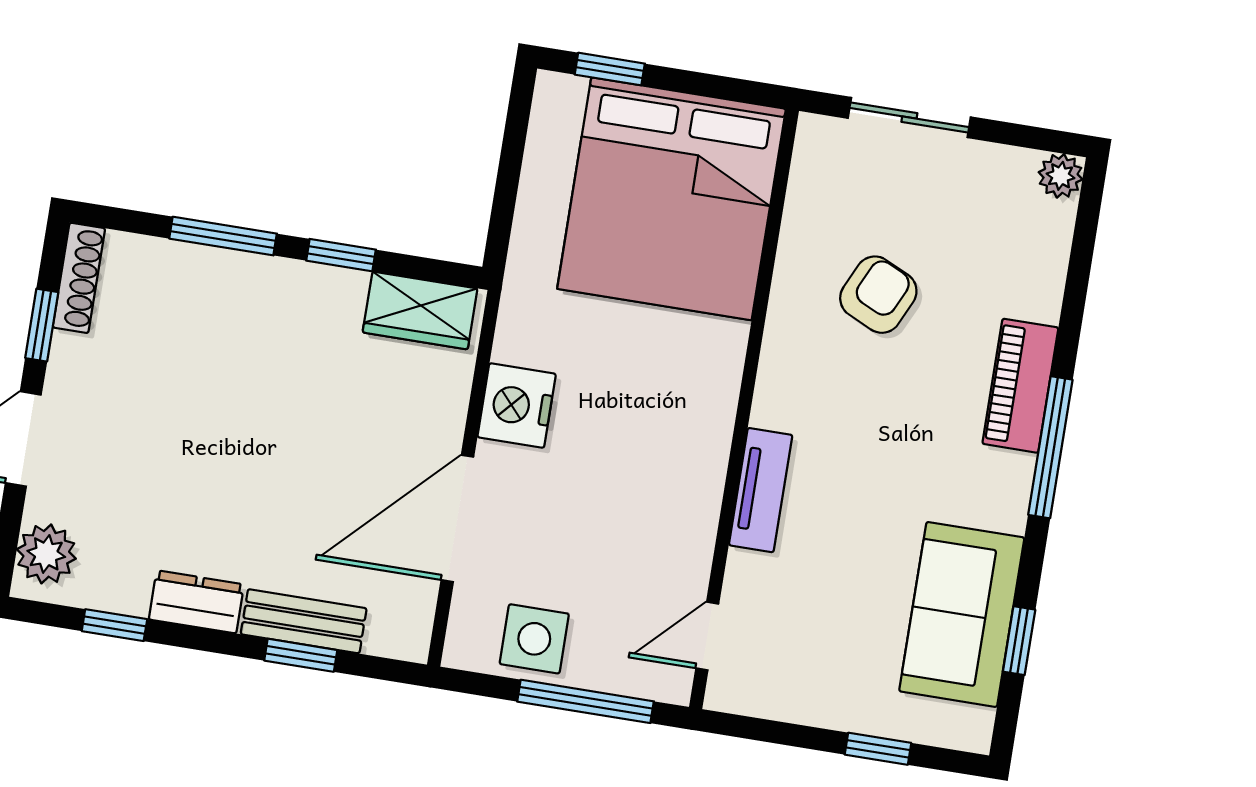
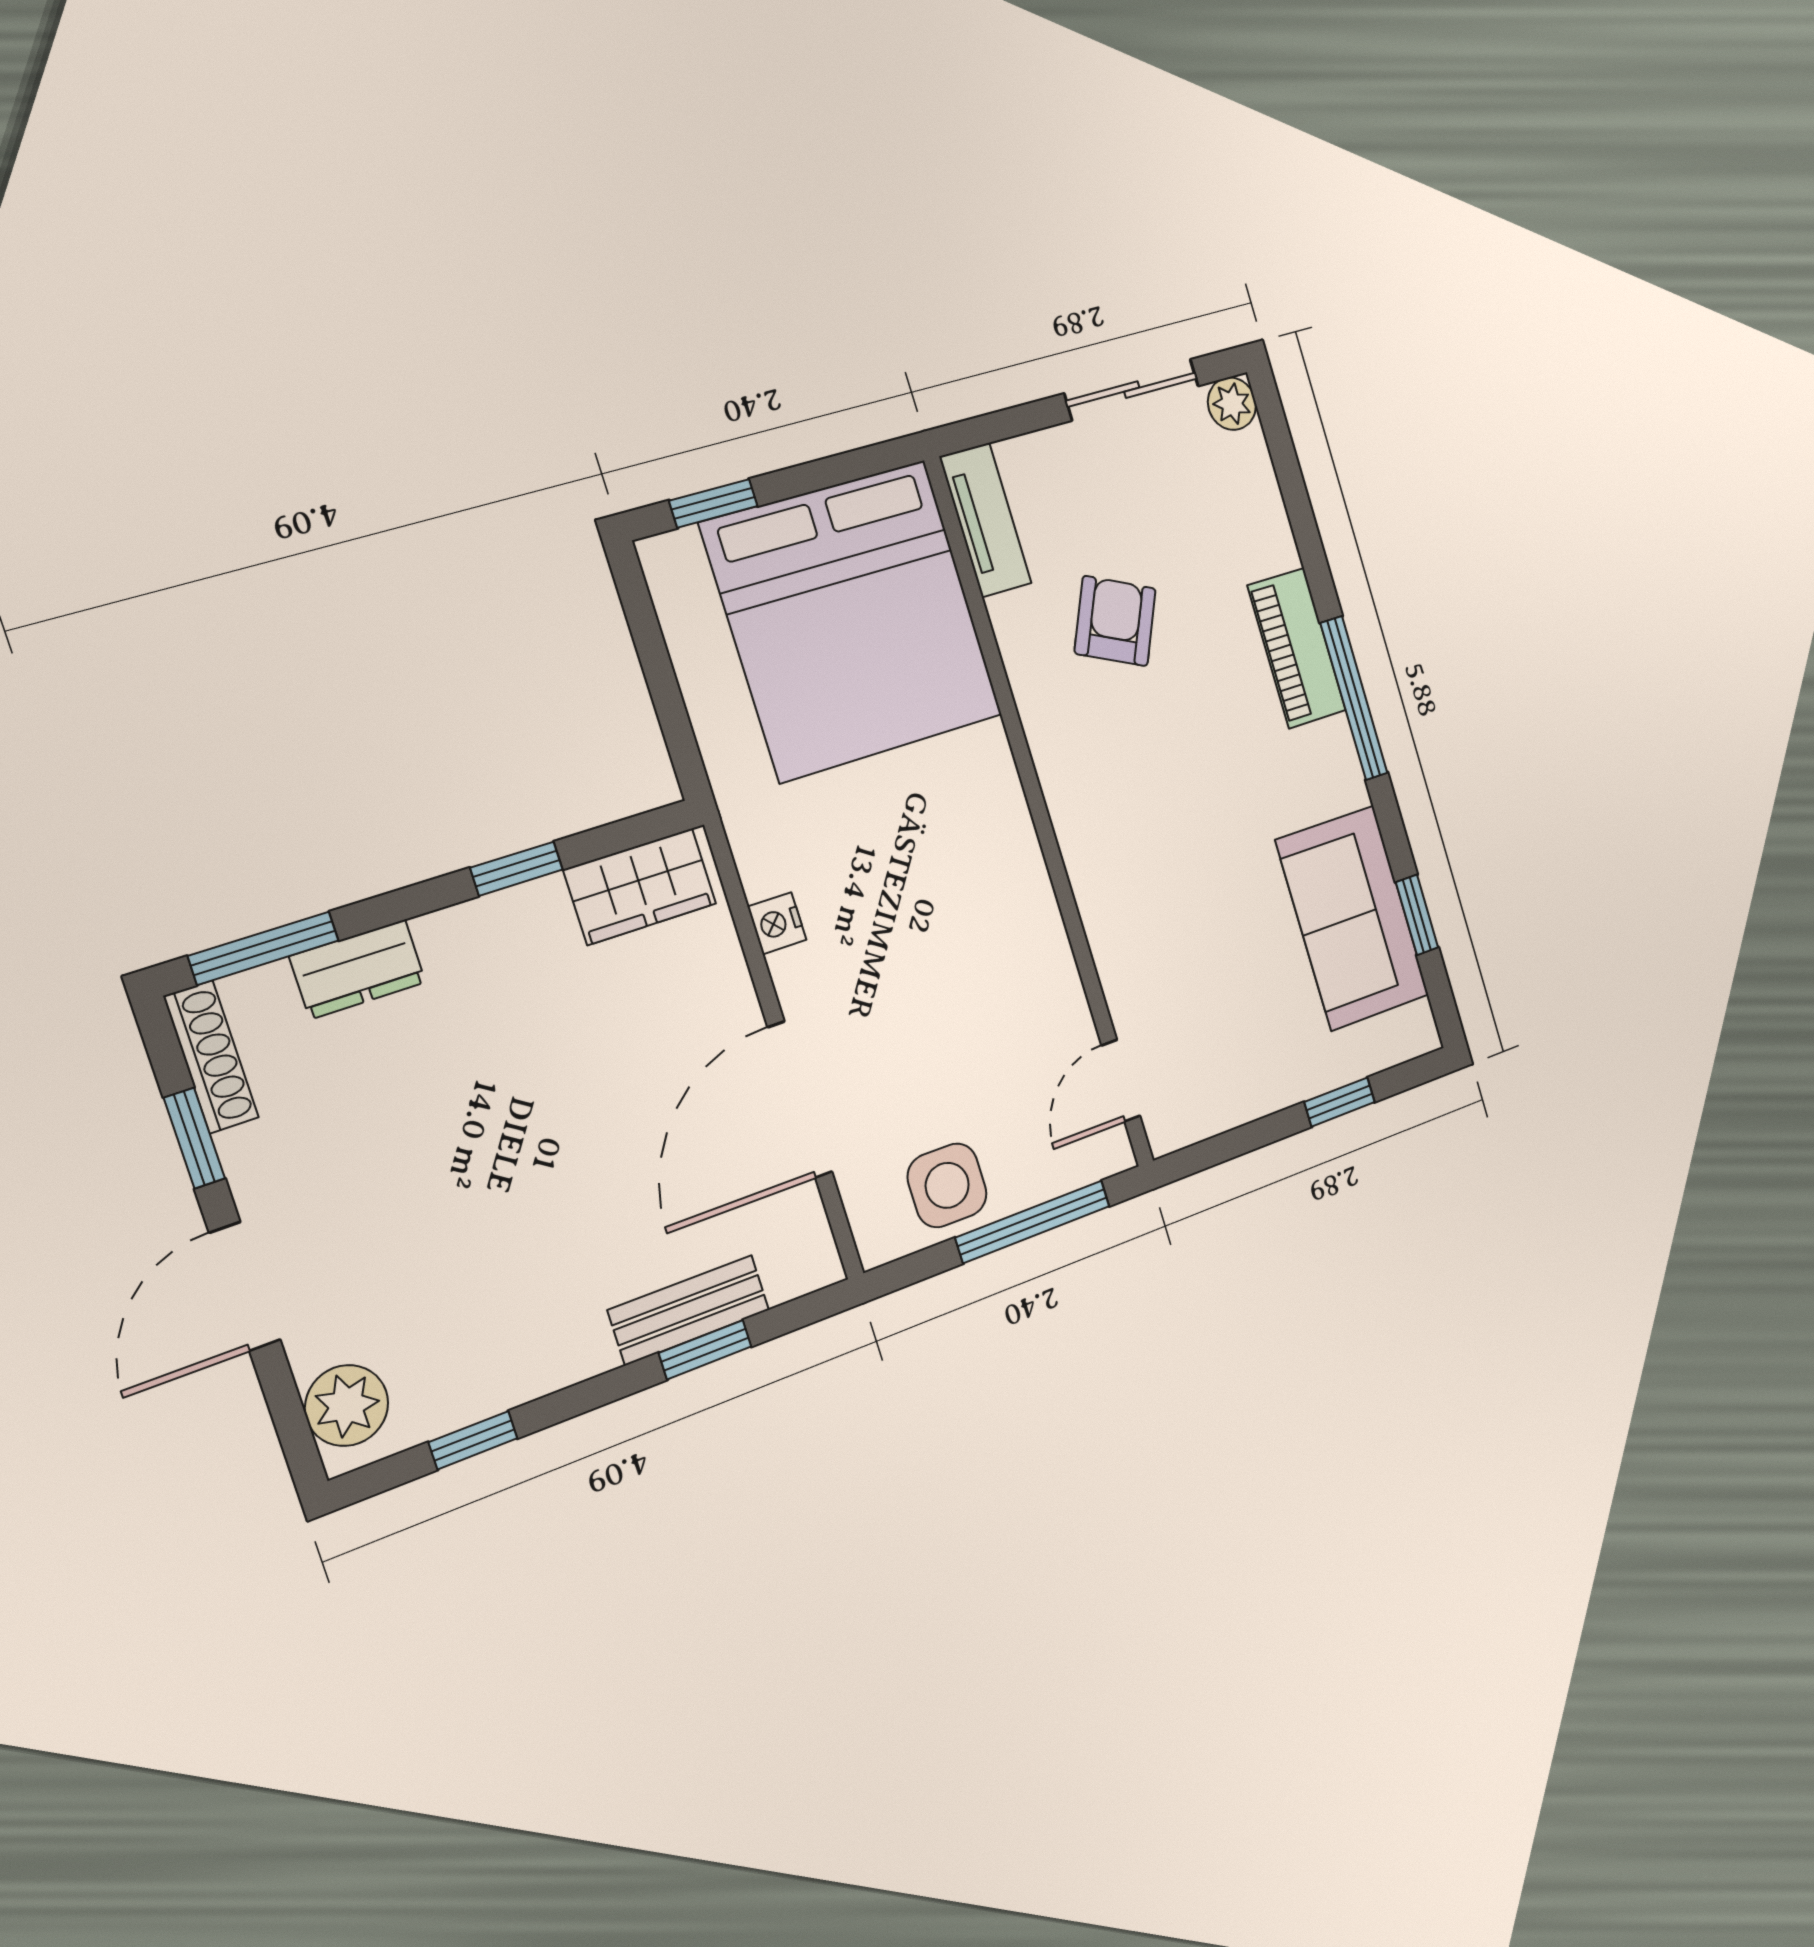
sliding door: (909, 118) -> (1132, 390), moved
window: (223, 236) -> (264, 948), moved
nightstand: (517, 406) -> (777, 923), width x0.53, depth x0.56
tv unit: (761, 490) -> (986, 520), moved
dresser: (196, 602) -> (358, 969), moved, turned 180

